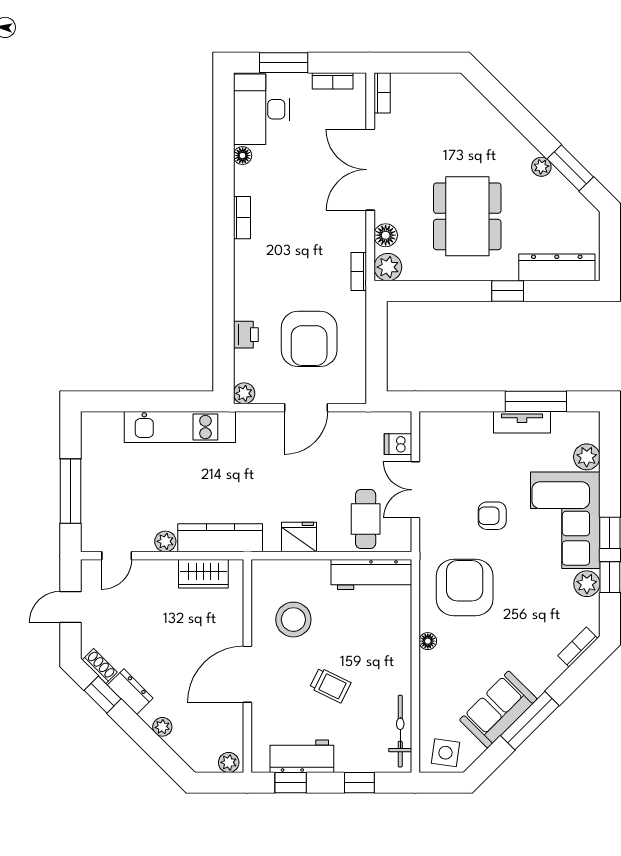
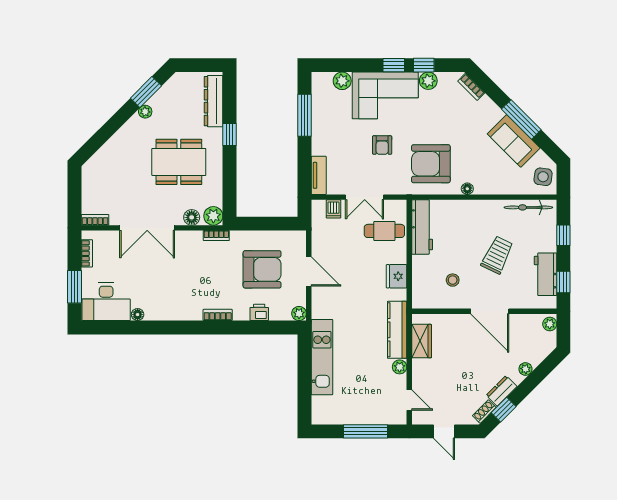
bookcase: (242, 218) -> (218, 315), moved
tv unit: (522, 422) -> (319, 175), moved
stool: (293, 620) -> (453, 280), width x0.53, depth x0.53
trolley: (330, 685) -> (497, 255), width x1.36, depth x1.39

